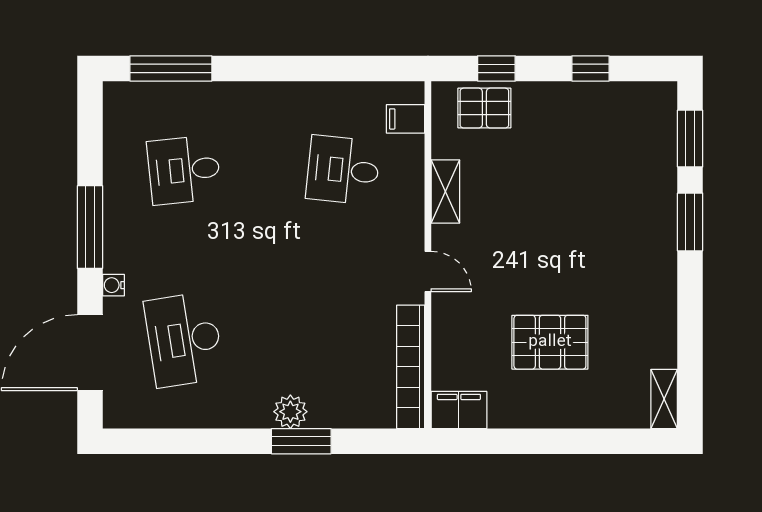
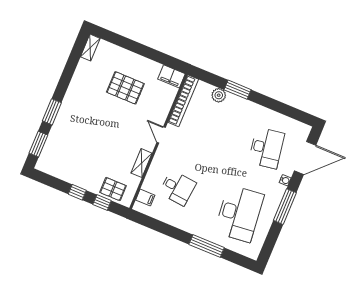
window: (171, 68) -> (207, 246), moved
window: (591, 68) -> (77, 192), moved
desk: (184, 170) -> (239, 213), width x1.87, depth x1.30
plant: (290, 412) -> (219, 95), moved

